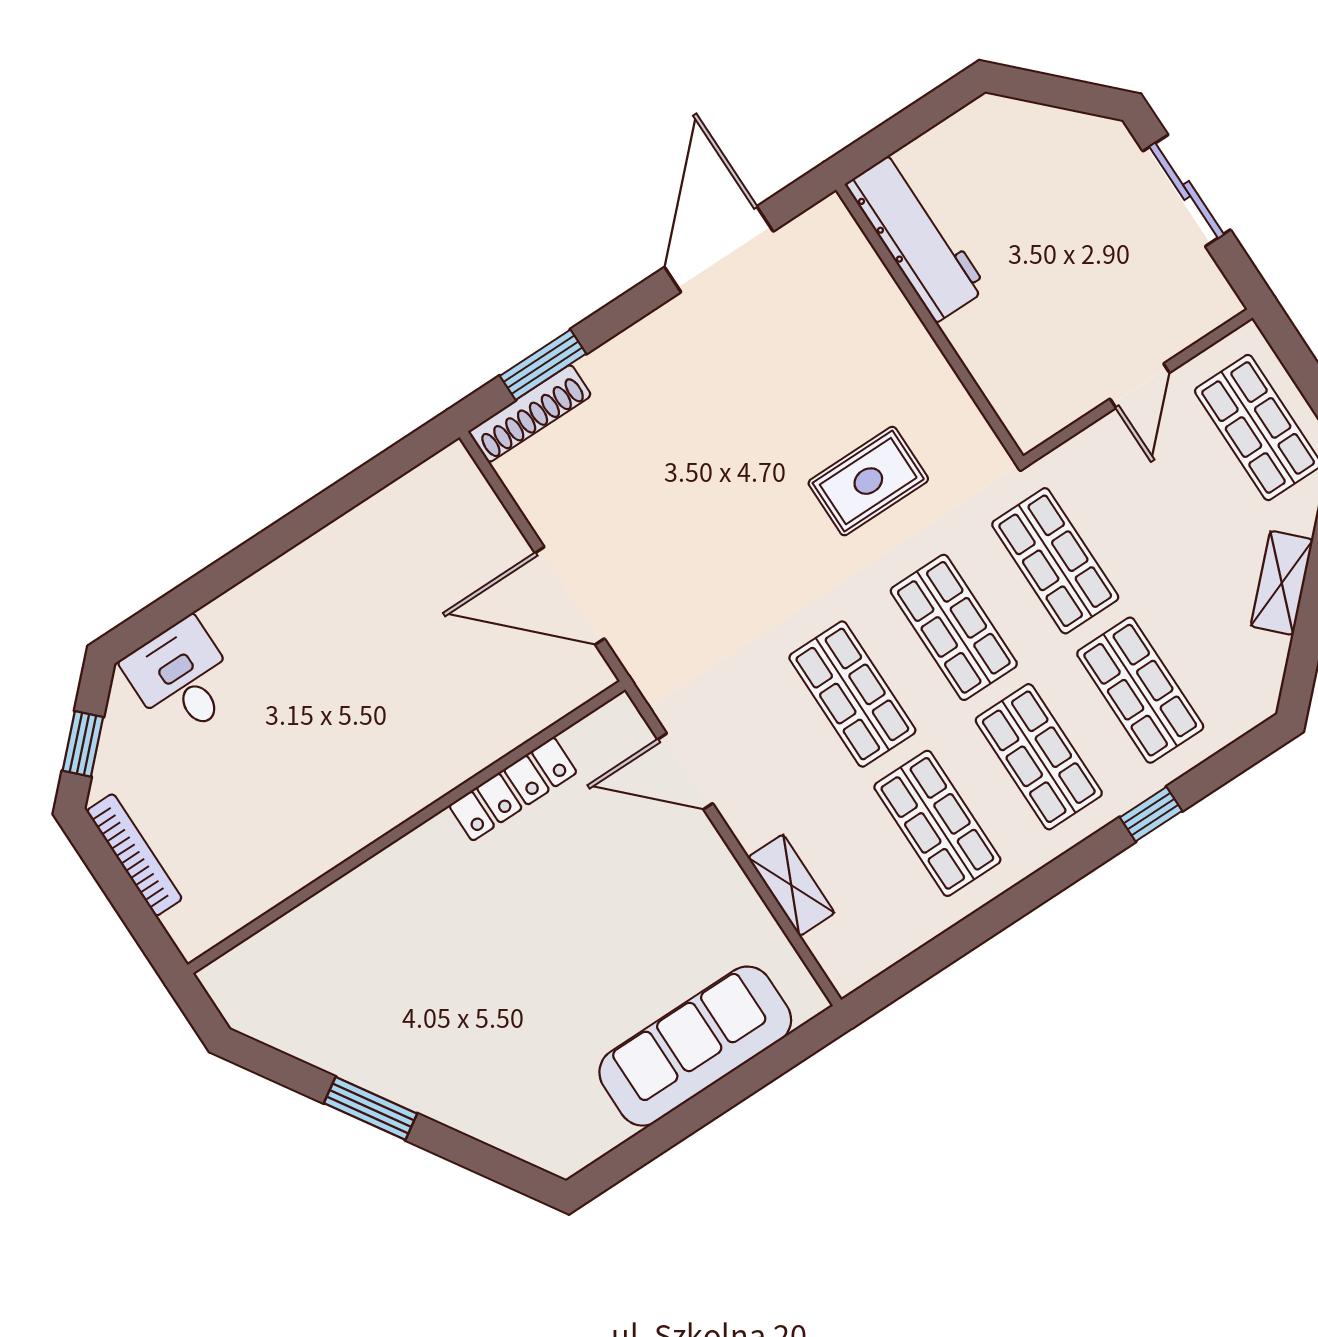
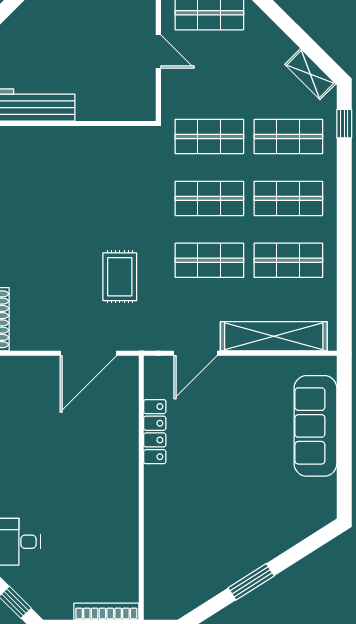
rug: (868, 481) -> (120, 277), moved
shelving: (1282, 583) -> (310, 74), moved
window: (1151, 814) -> (344, 124), moved
bookcase: (134, 855) -> (106, 611), moved
shelving: (791, 885) -> (274, 336), width x2.20, depth x1.33

